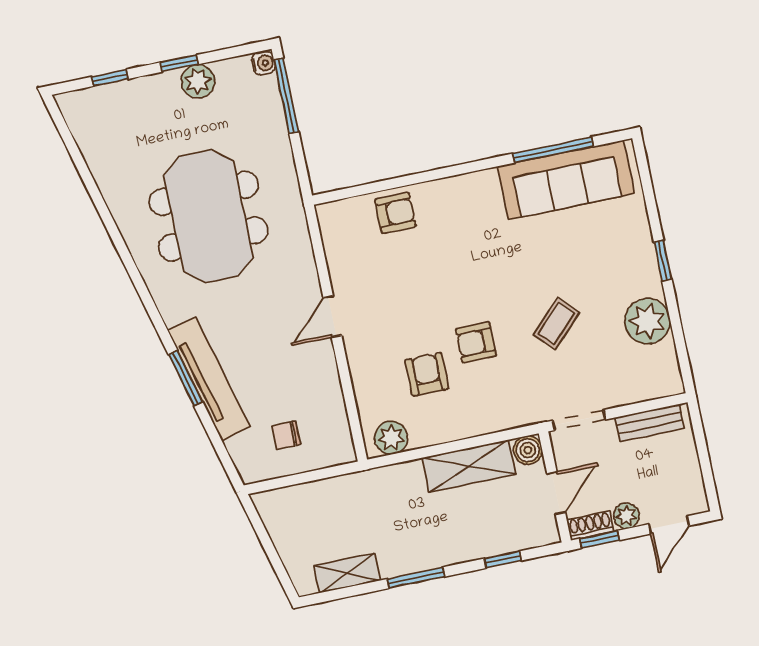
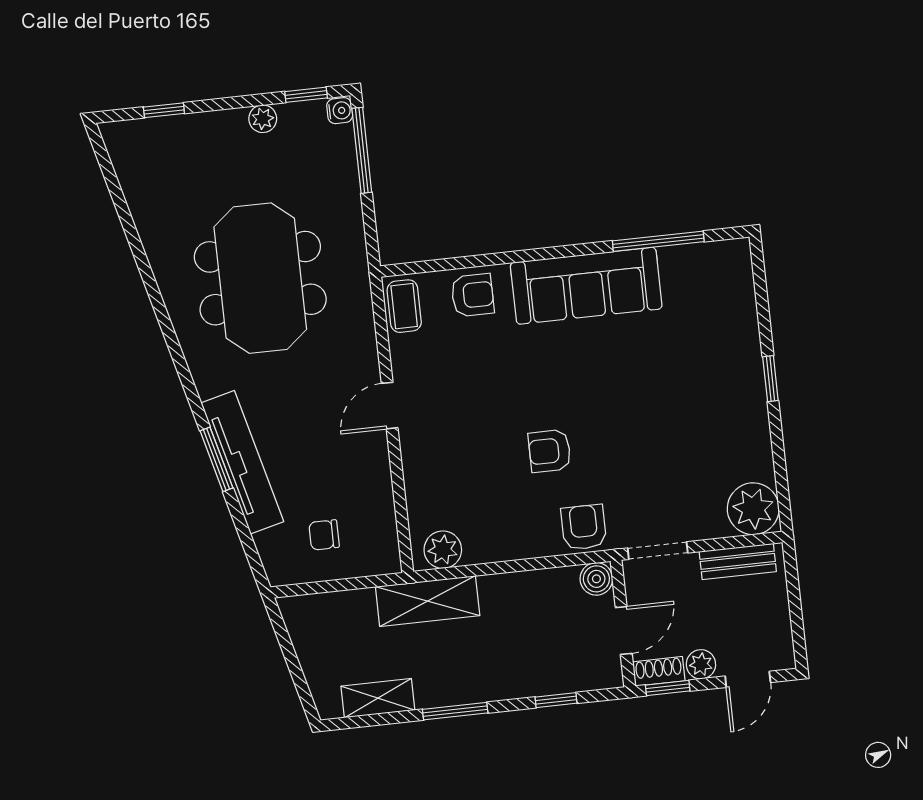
window: (179, 63) -> (306, 95), moved
plant: (198, 81) -> (263, 119), width x0.73, depth x0.73
sofa: (566, 180) -> (586, 286), moved
plant: (647, 321) -> (753, 509), moved
coffee table: (556, 324) -> (404, 306), moved, turned -45
armchair: (427, 374) -> (584, 527), moved
shelving: (469, 466) -> (428, 601), moved

